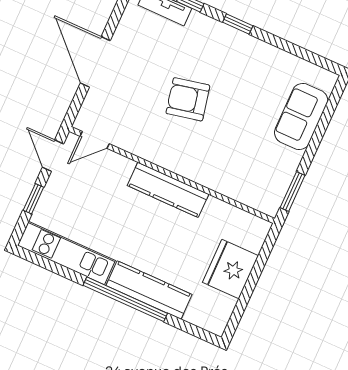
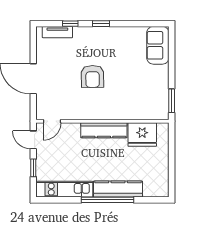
armchair: (188, 99) -> (92, 76), turned -79
sofa: (301, 116) -> (158, 45), moved
fridge: (230, 269) -> (142, 134), moved, turned -90

